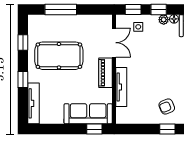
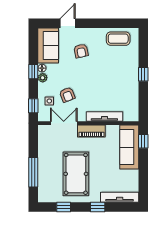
window: (159, 9) -> (33, 72), moved
armchair: (167, 106) -> (67, 95), moved

